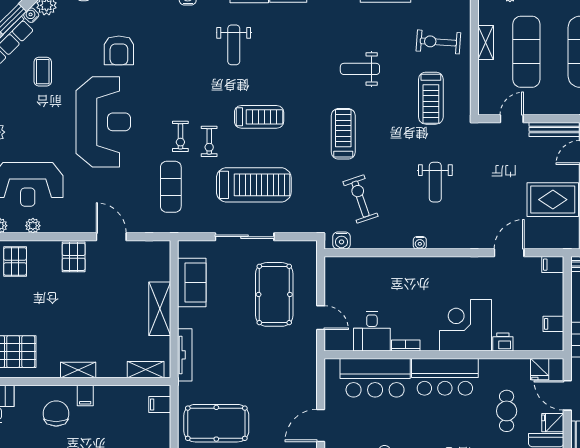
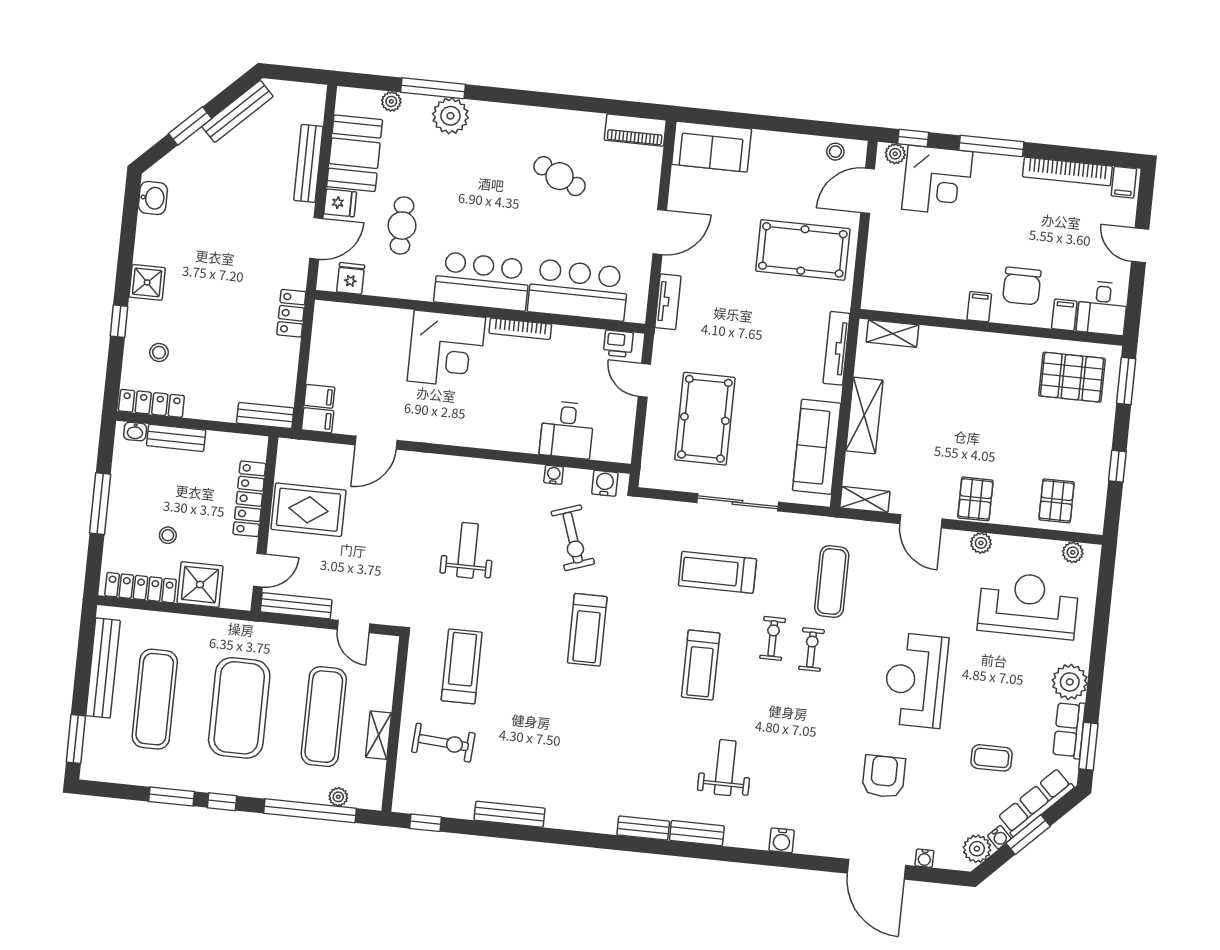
weight bench: (360, 69) -> (555, 717), removed
coffee table: (43, 72) -> (992, 758), turned 90
treadmill: (259, 117) -> (701, 665), turned -90
door: (512, 119) -> (353, 627), hinge flipped
reception desk: (103, 122) -> (916, 680), width x0.74, depth x0.77
treadmill: (254, 185) -> (717, 572), width x0.73, depth x0.73
plant: (33, 226) -> (981, 543), moved
water cooler: (420, 243) -> (554, 475), moved
sofa: (192, 283) -> (817, 447), width x1.36
filing cabinet: (553, 324) -> (319, 396), moved
desk: (372, 331) -> (567, 430), moved, turned 180
printer: (503, 342) -> (618, 344), moved
bookcase: (406, 345) -> (520, 329), width x1.56
shelving: (78, 370) -> (865, 500), moved
tv unit: (310, 376) -> (668, 302), added
door: (567, 395) -> (316, 238), hinge flipped
filing cabinet: (160, 405) -> (1064, 315), moved, turned -90

